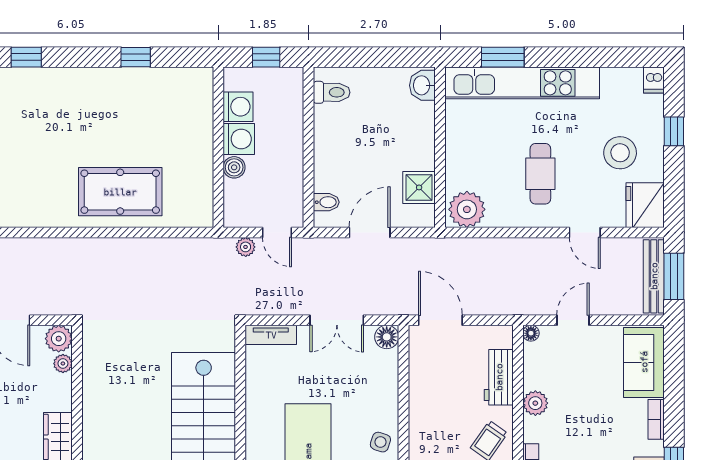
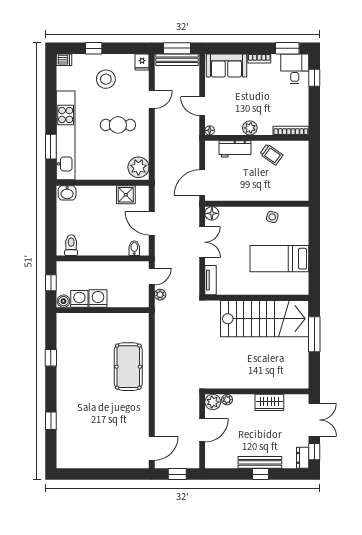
boiler: (234, 167) -> (63, 301), moved
fridge: (645, 205) -> (142, 62), width x0.53, depth x0.75

